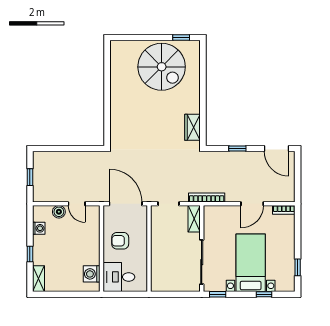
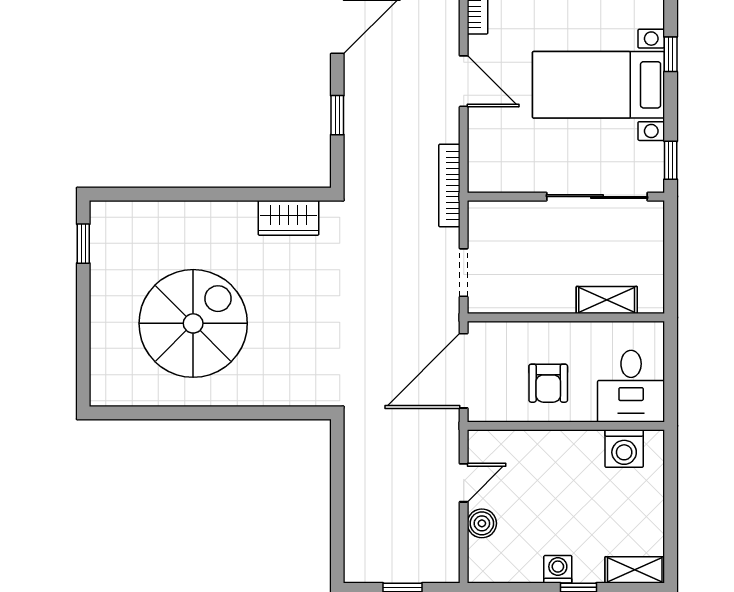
spiral stairs: (162, 67) -> (193, 323), moved
shelving: (194, 219) -> (607, 300), moved
washing machine: (39, 228) -> (558, 569), moved

